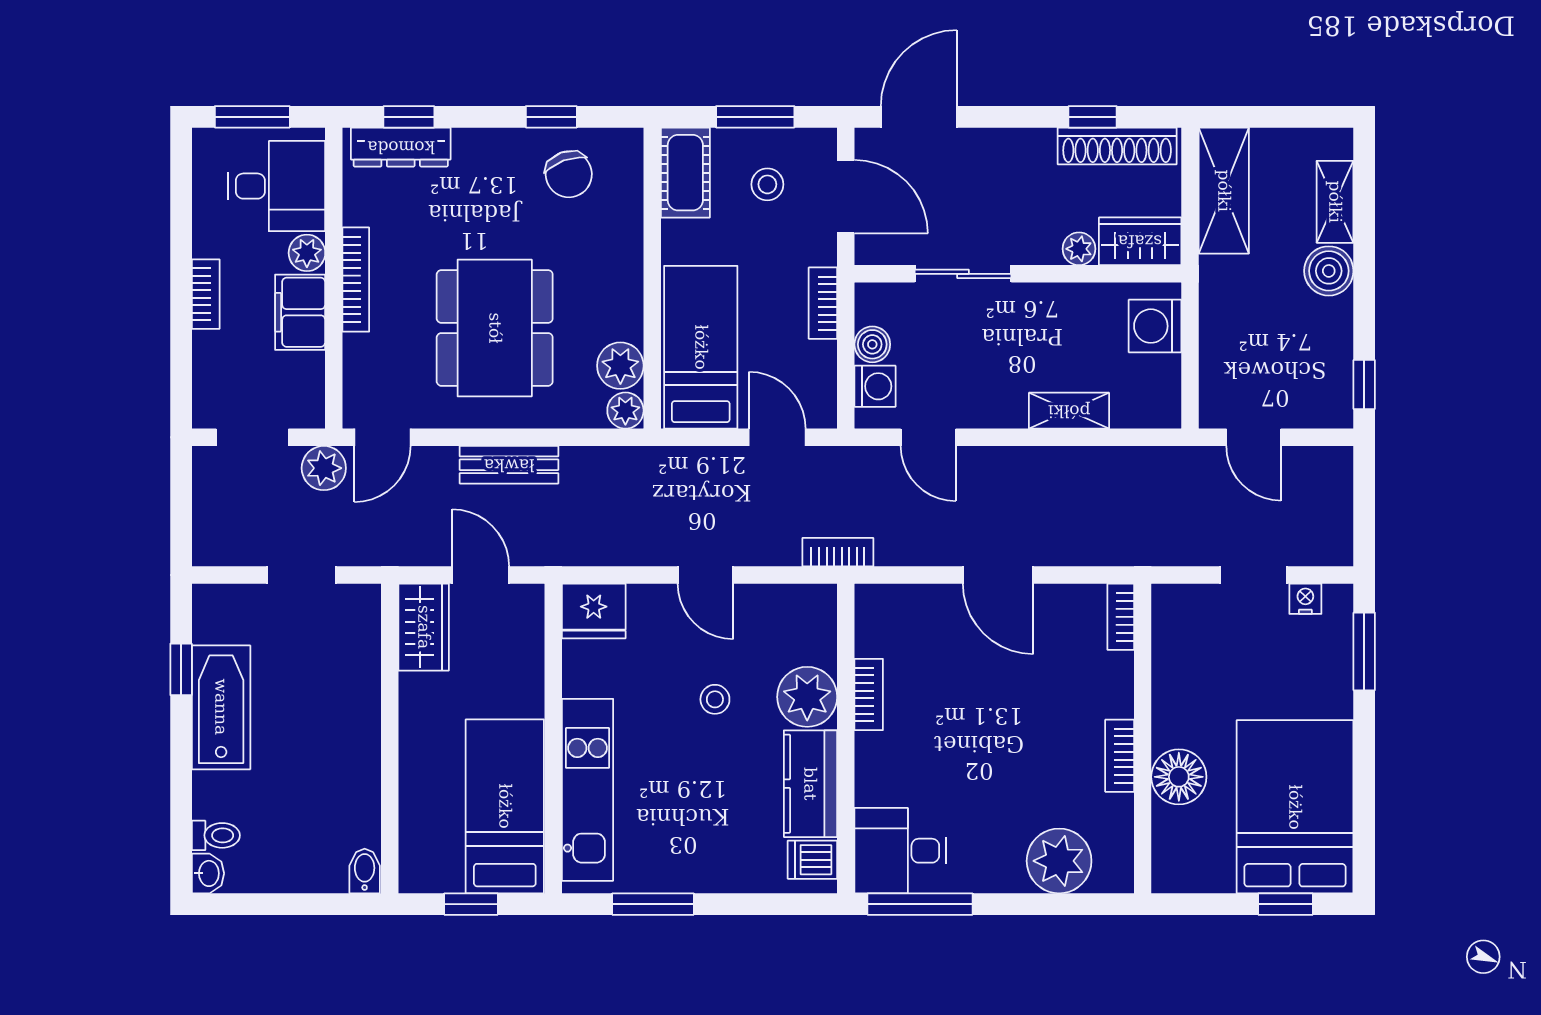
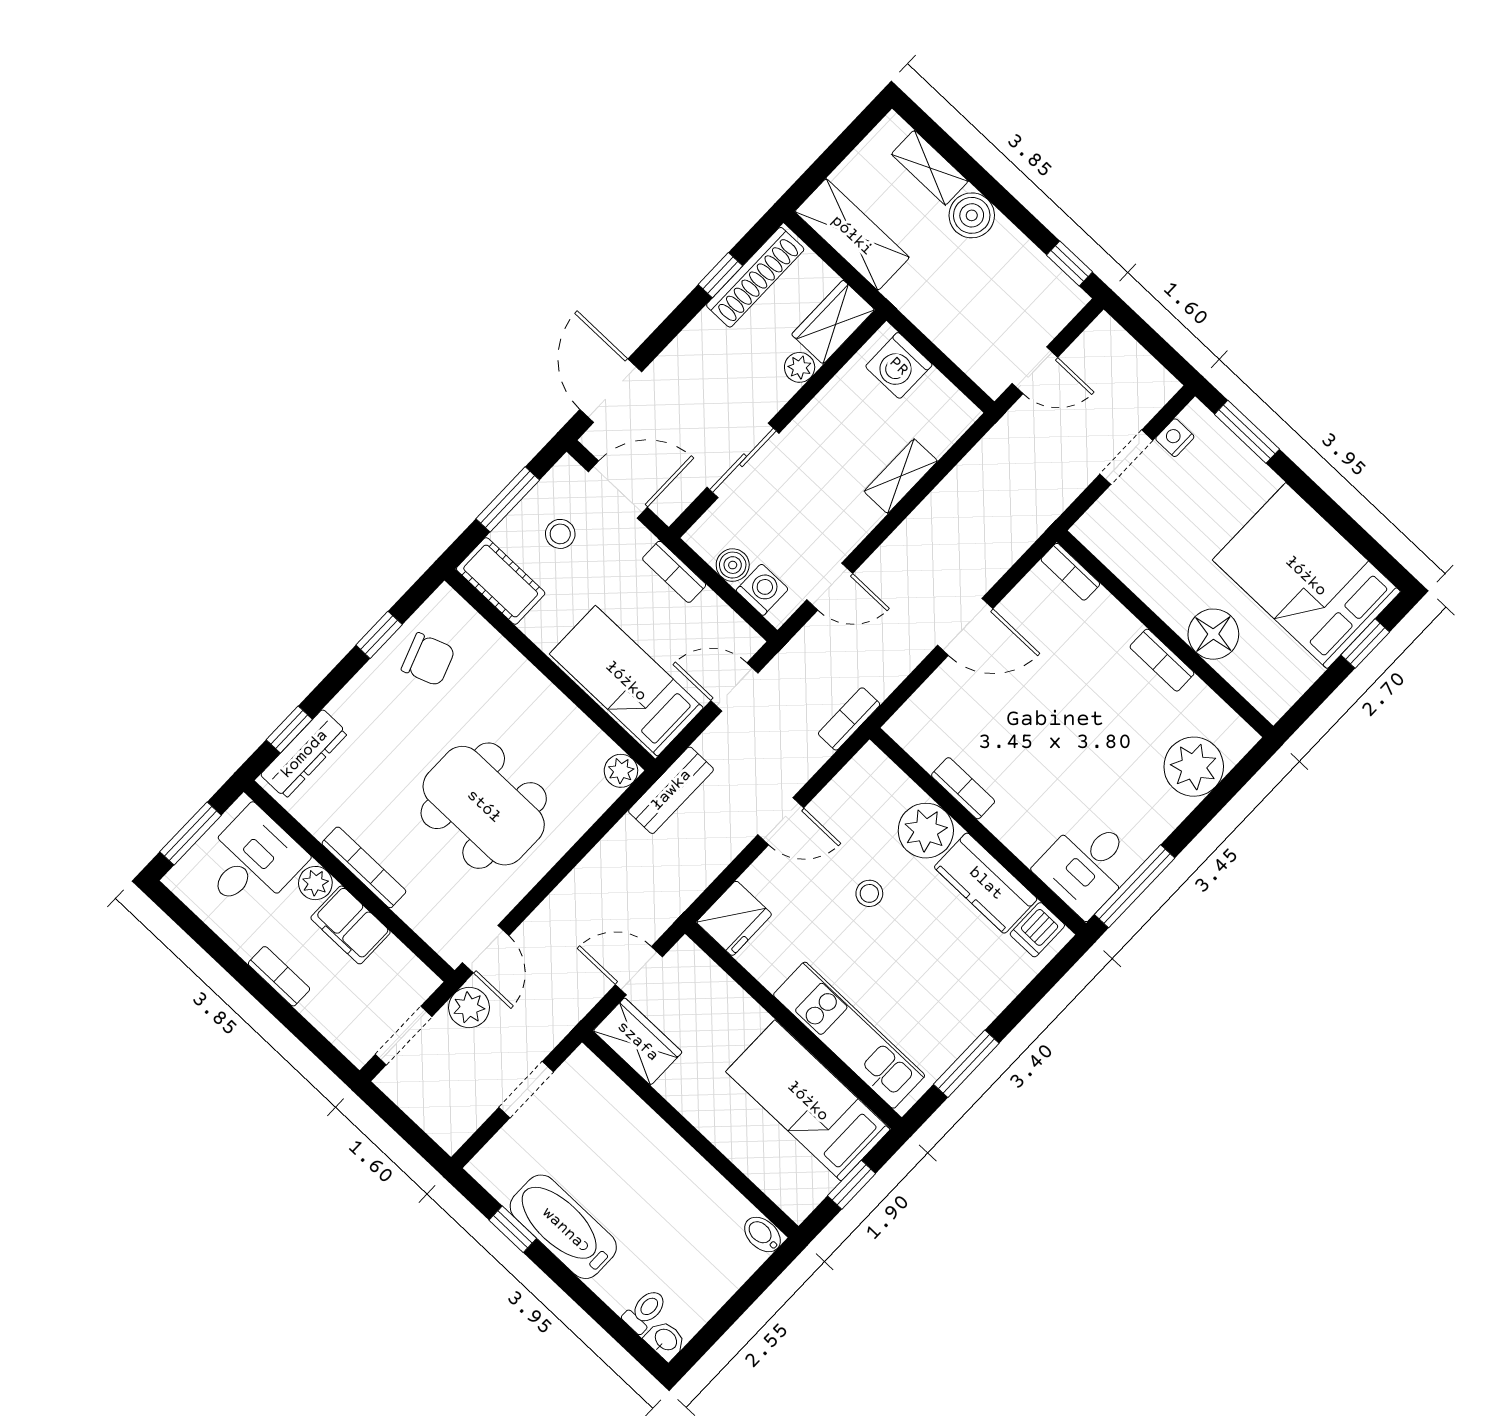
plant: (620, 366) -> (588, 746), removed
bench: (509, 465) -> (671, 790), moved

